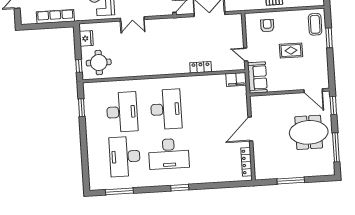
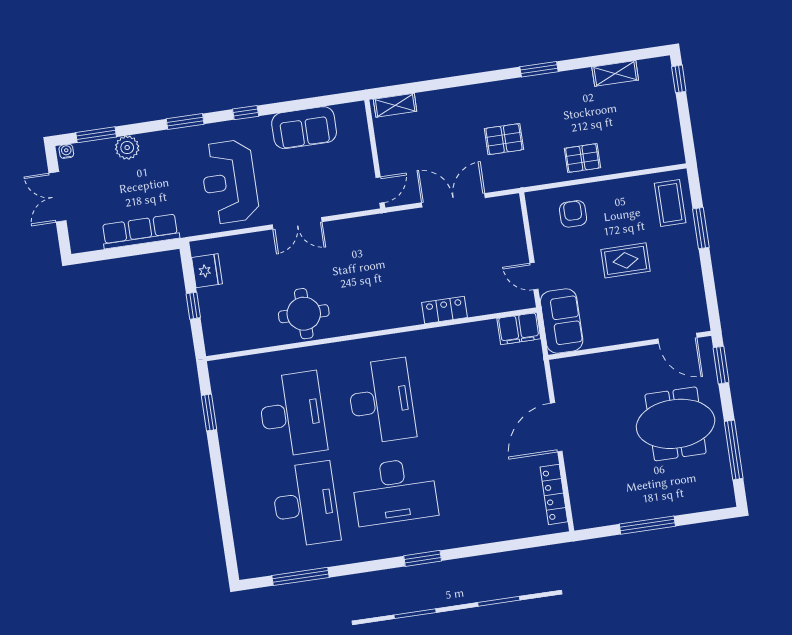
round table: (99, 63) -> (304, 314), moved
window: (79, 66) -> (193, 306), moved
desk: (125, 157) -> (306, 504), turned 180

